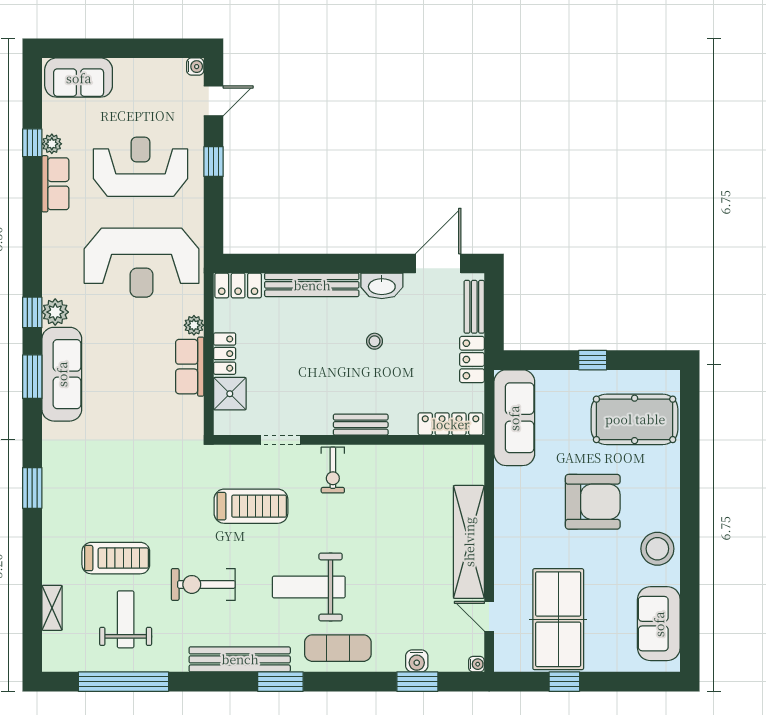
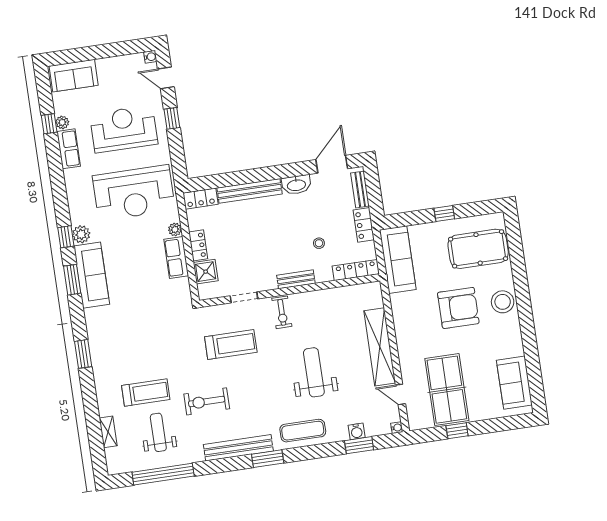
door: (214, 101) -> (166, 78), swing flipped
stool: (375, 341) -> (319, 243), moved
stool: (657, 549) -> (503, 302), moved
weight bench: (309, 587) -> (314, 372), moved, turned 90

